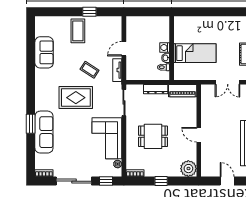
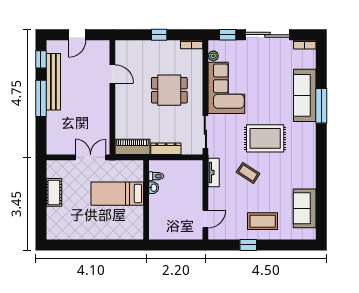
coffee table: (78, 31) -> (263, 221), turned 90
washing machine: (165, 47) -> (155, 201), removed
door: (124, 49) -> (205, 219), moved
sofa: (44, 52) -> (305, 208), moved
double door: (228, 82) -> (91, 157), moved
window: (31, 124) -> (321, 106), width x1.44
door: (199, 135) -> (112, 74), moved
plant: (188, 169) -> (125, 50), removed
door: (227, 181) -> (77, 35), hinge flipped

